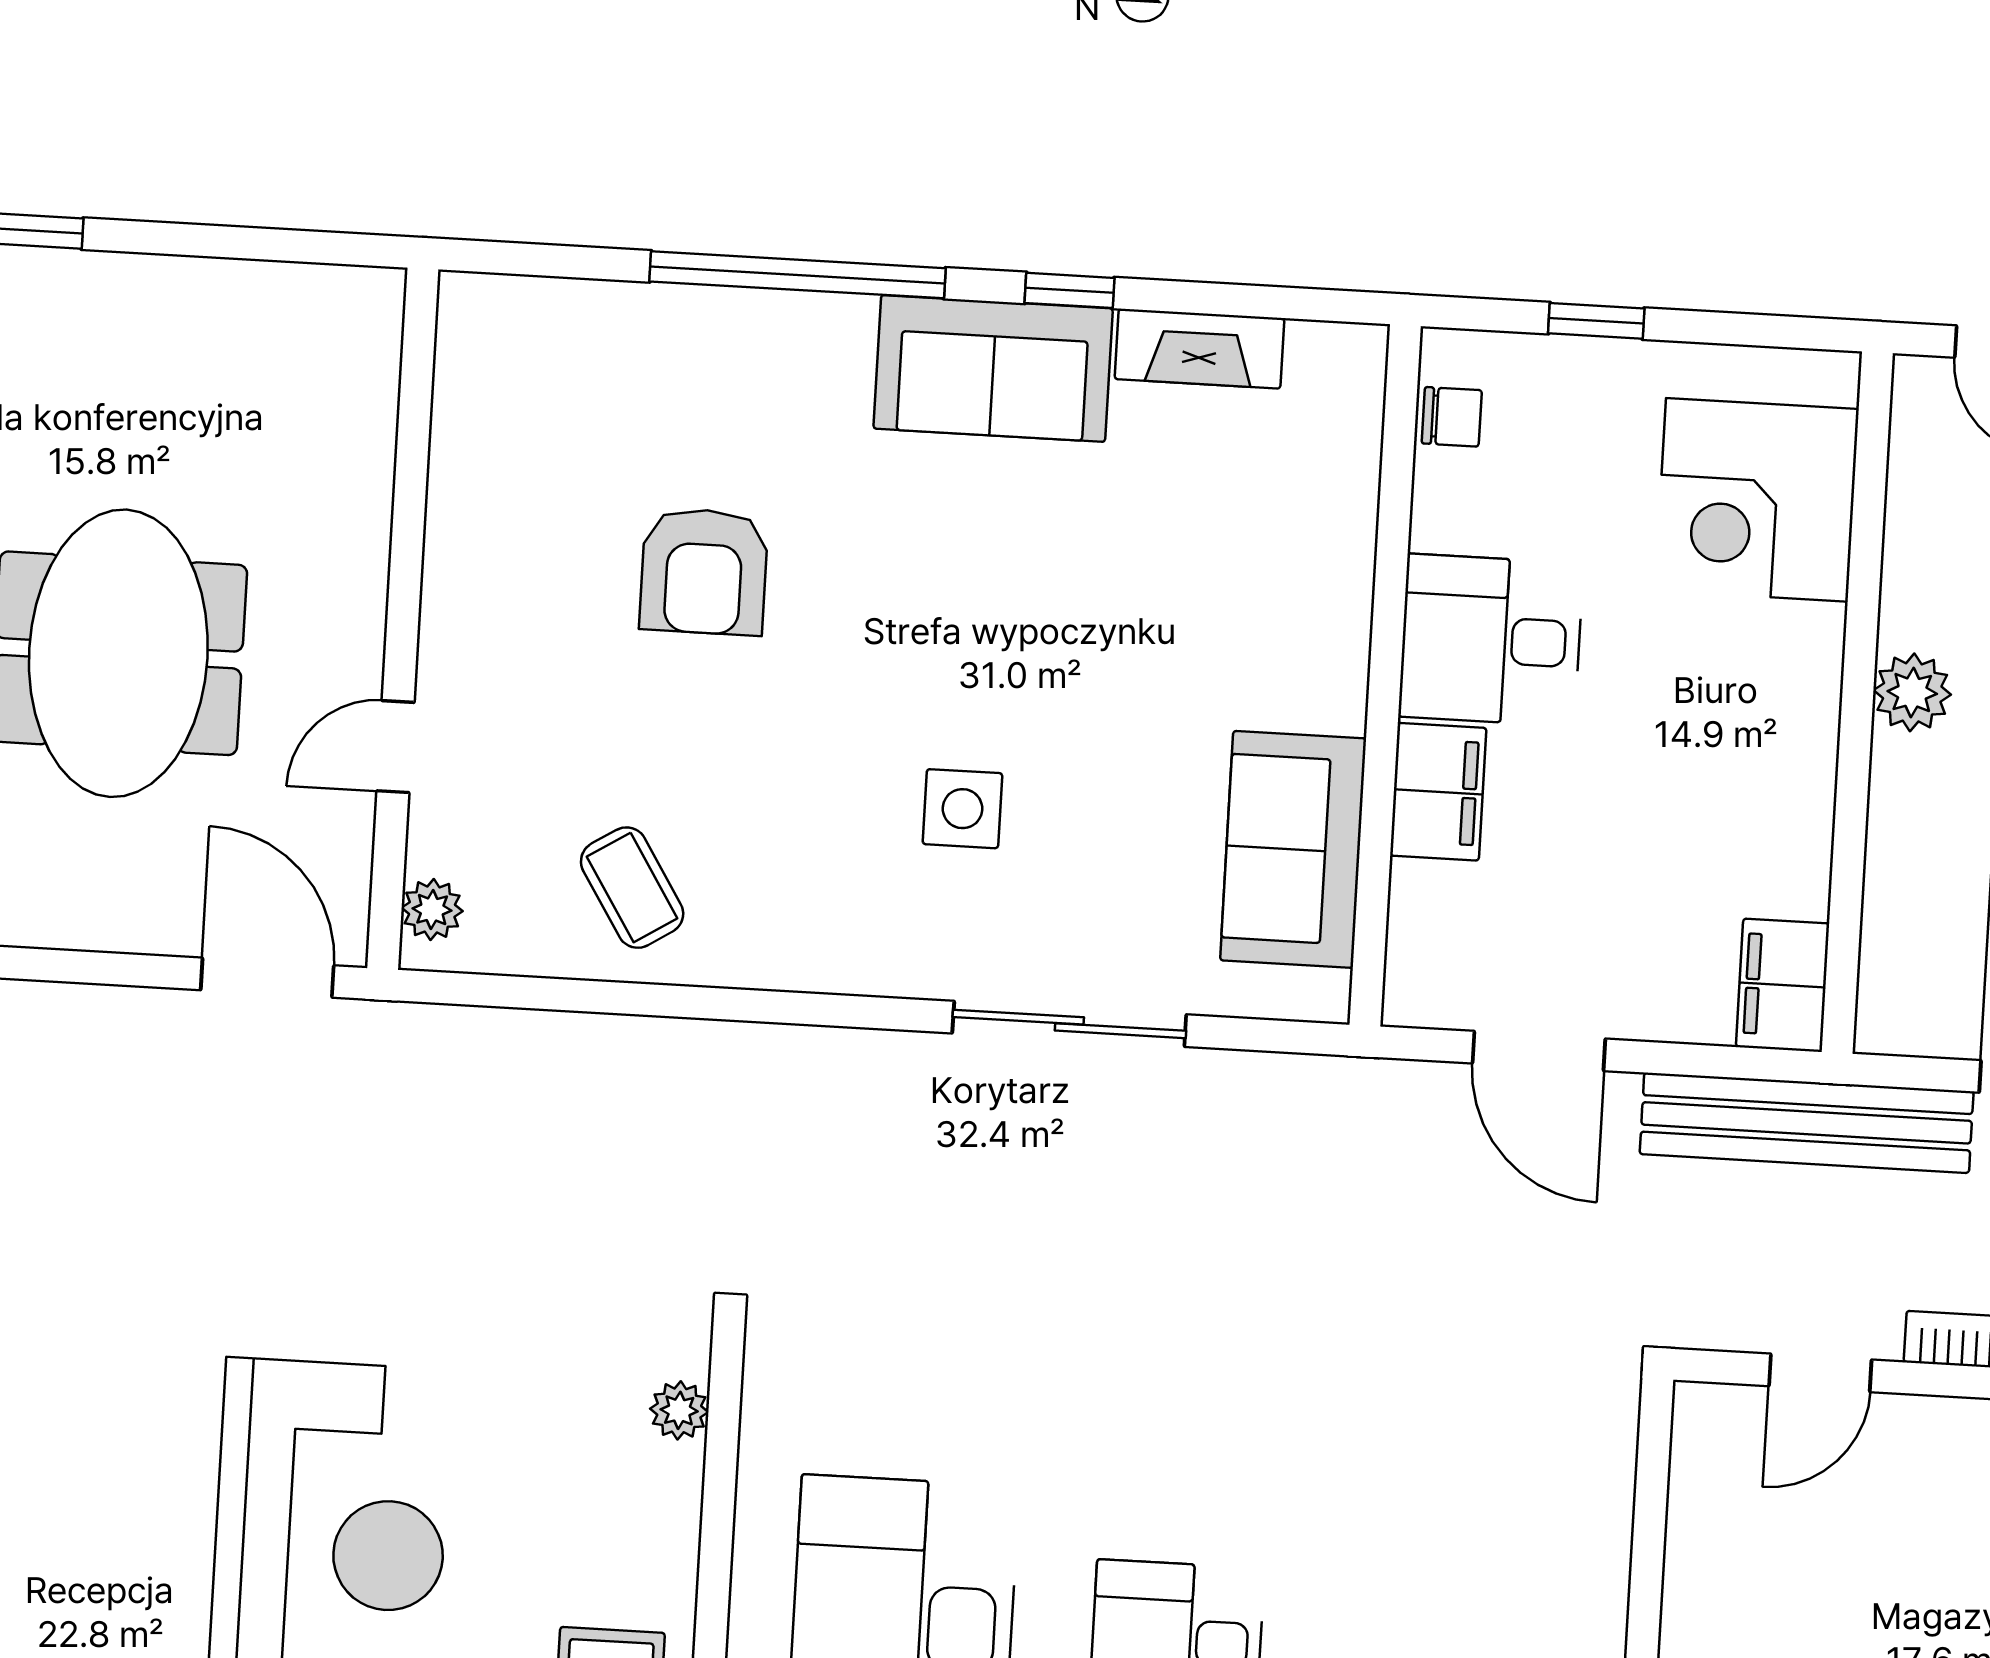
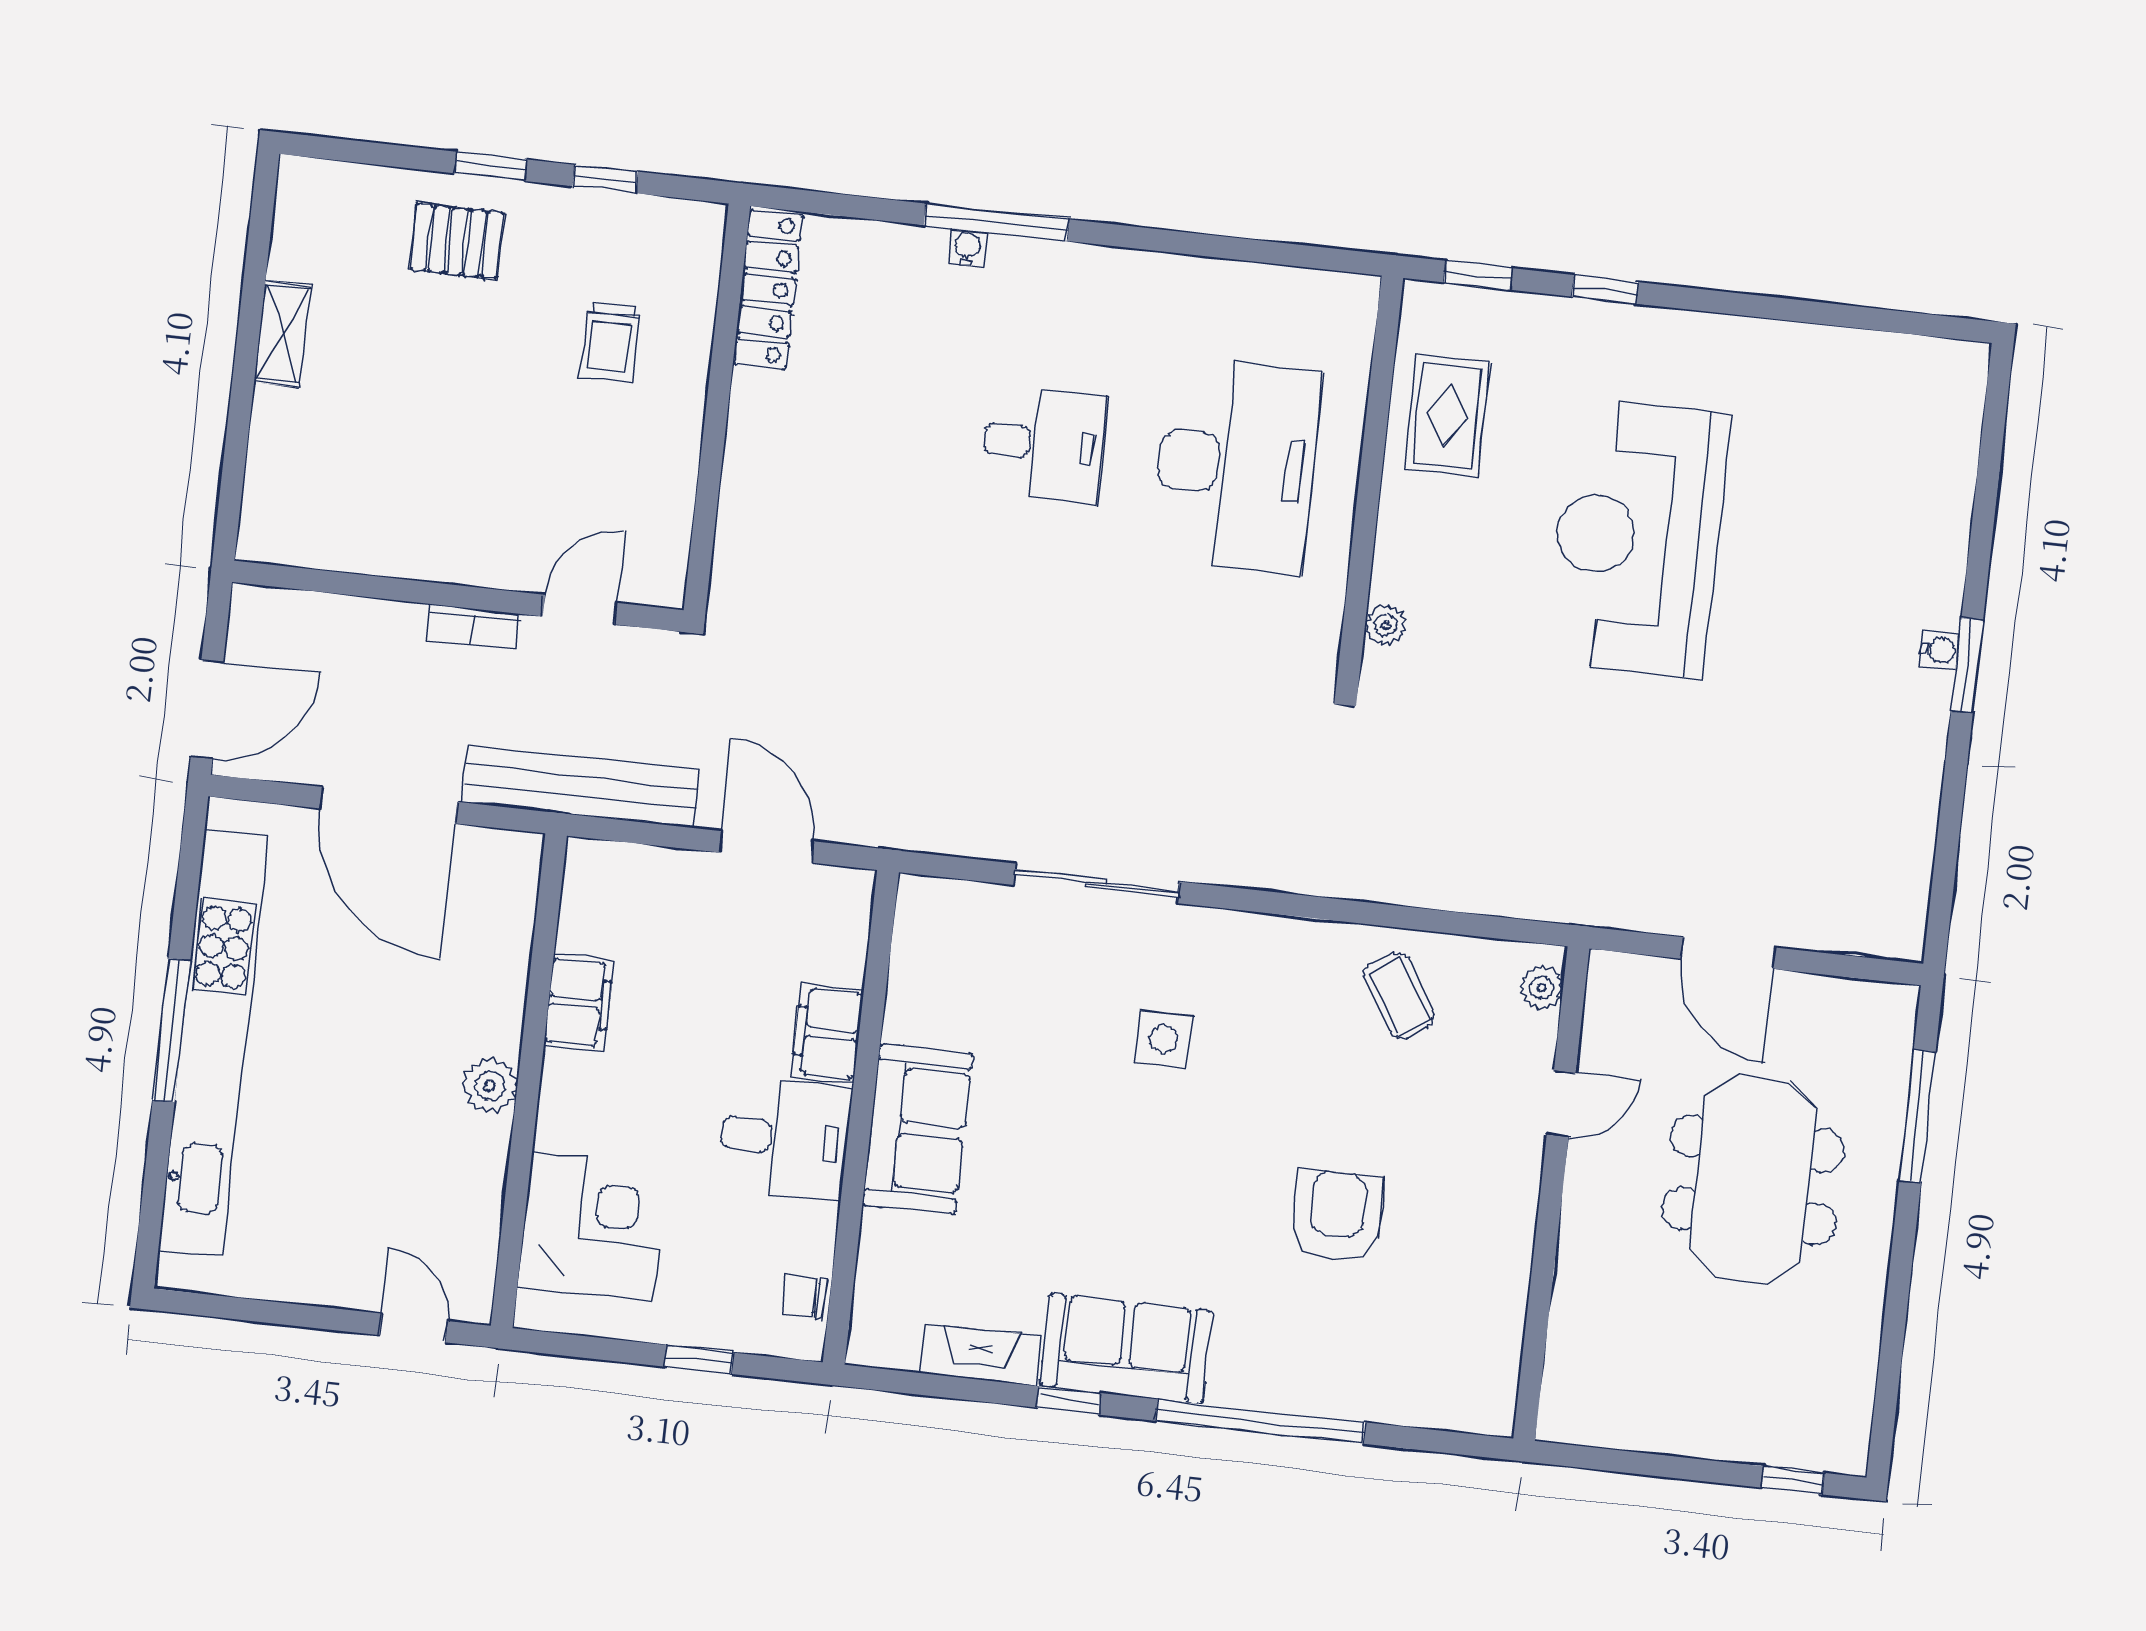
sofa: (1293, 849) -> (918, 1129), moved
door: (267, 978) -> (1728, 953), moved
filing cabinet: (1783, 985) -> (579, 1003), moved

